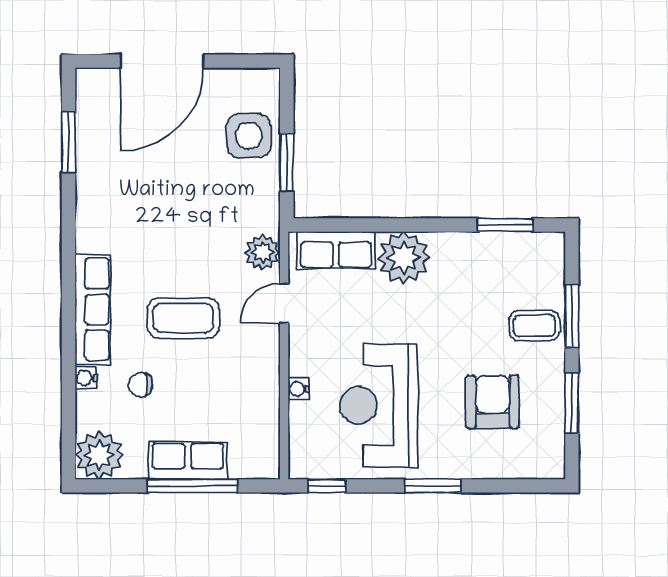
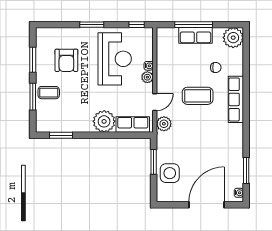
plant: (302, 362) -> (147, 77), added
water cooler: (86, 378) -> (239, 193), moved

